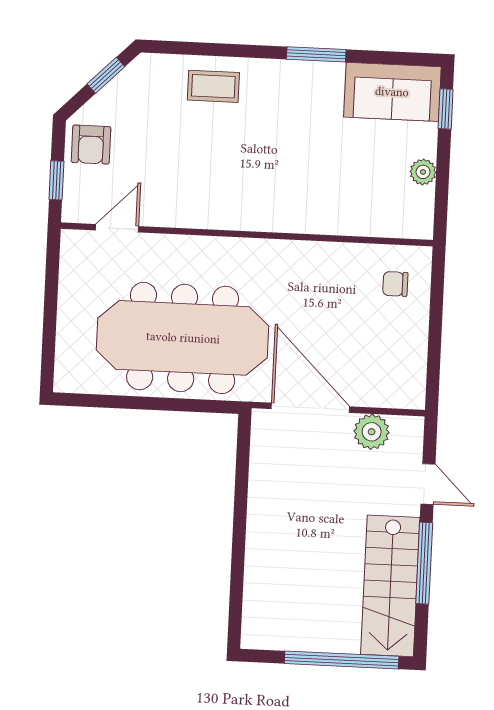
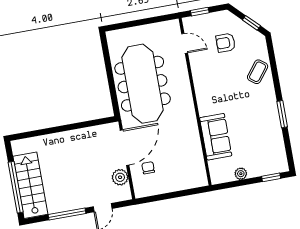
coffee table: (213, 86) -> (258, 72), turned 38
sofa: (392, 92) -> (216, 137), moved, turned 180
armchair: (91, 145) -> (226, 43), moved
chair: (395, 284) -> (148, 168), moved
stairs: (390, 586) -> (30, 185), moved, turned 90

